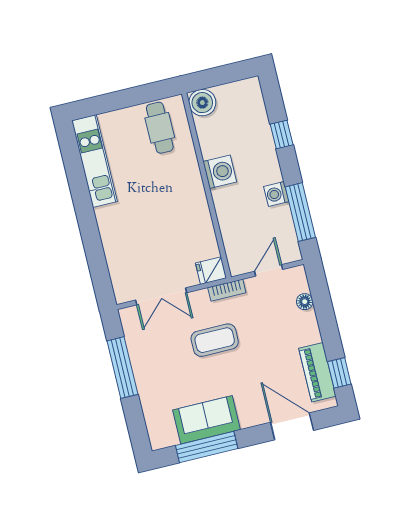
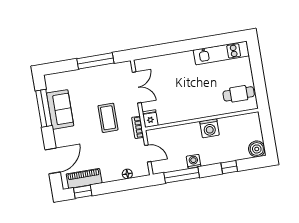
boiler: (202, 103) -> (257, 149), moved
double door: (161, 296) -> (137, 87), swing flipped

